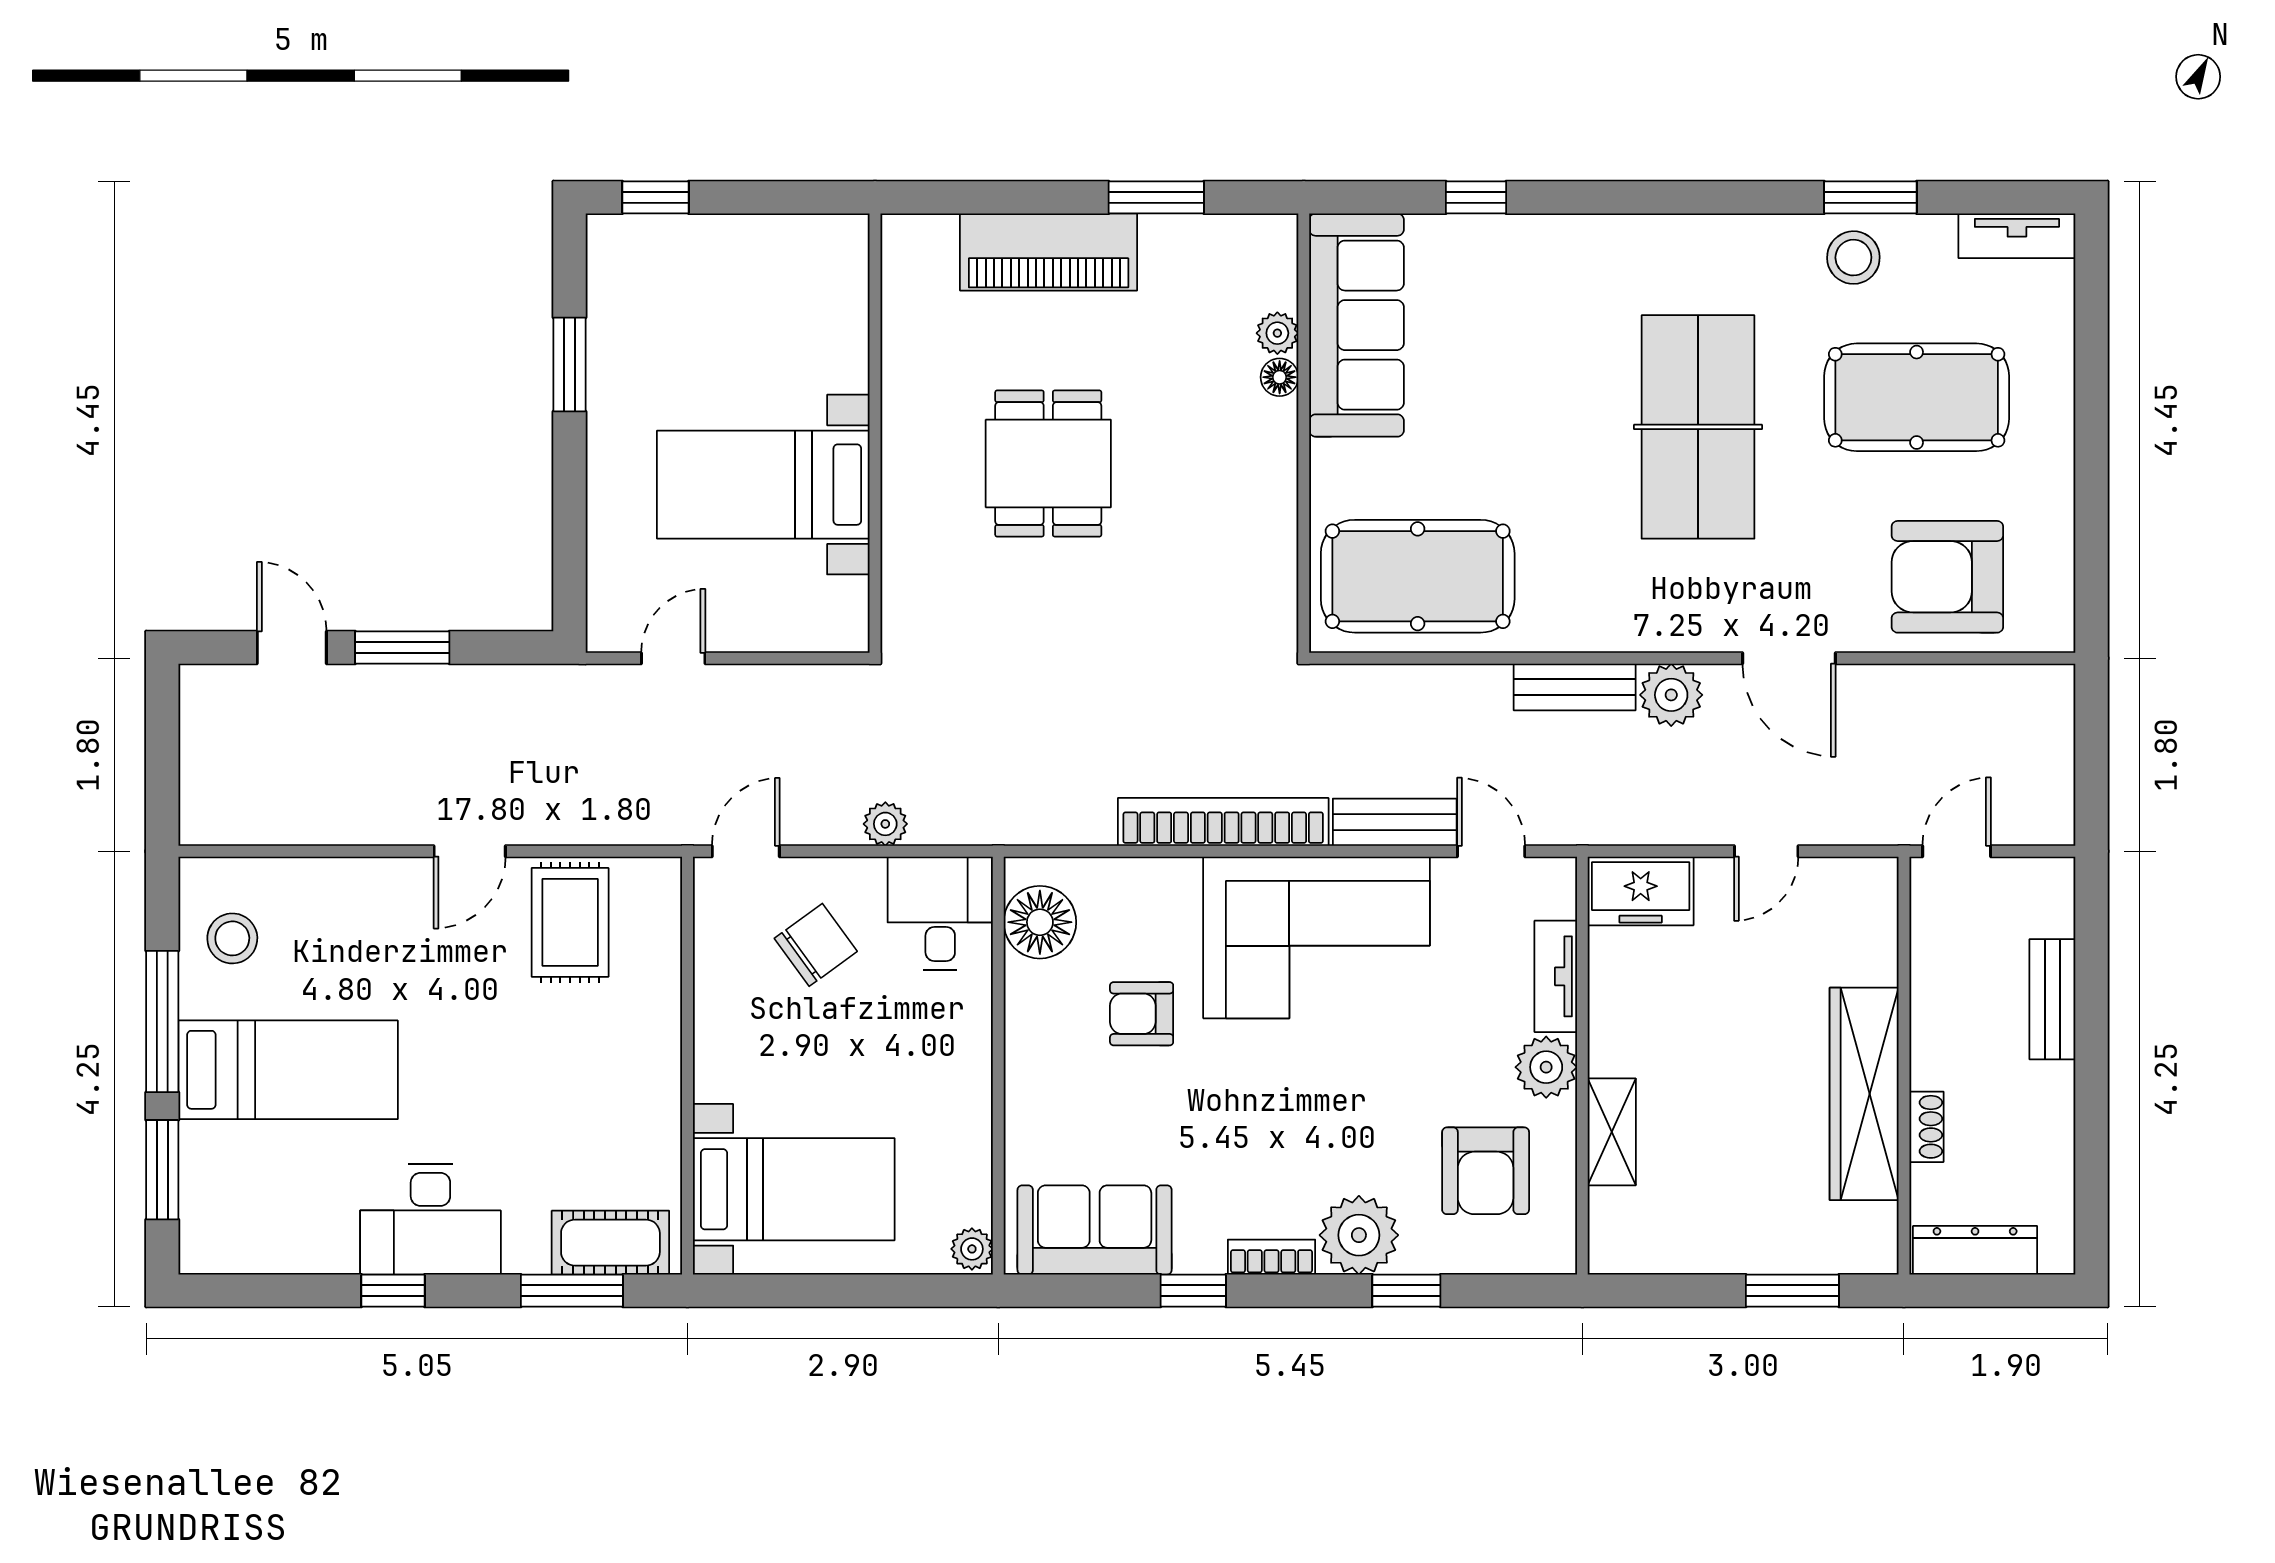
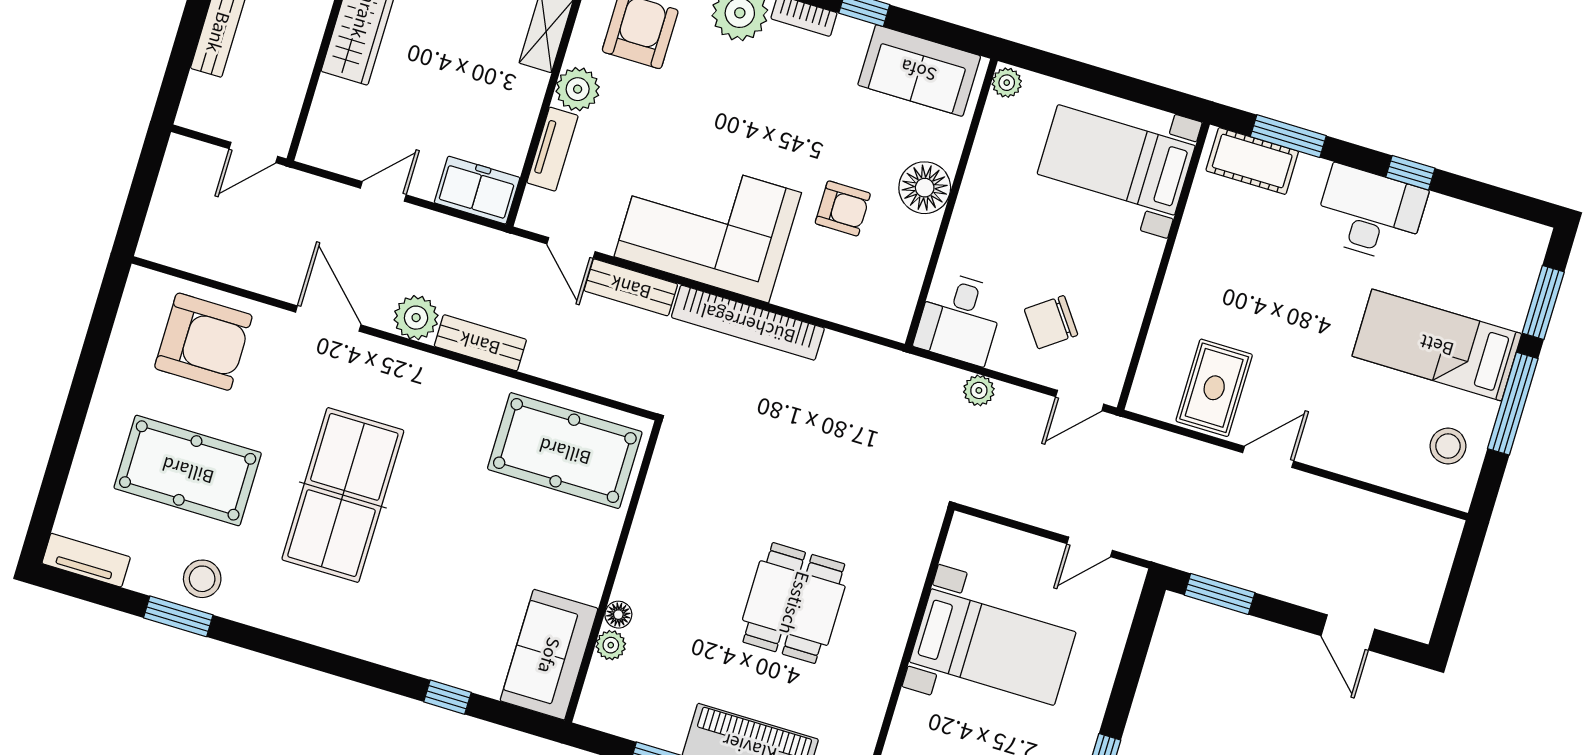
sofa: (1357, 325) -> (549, 655), width x0.73
window: (402, 648) -> (1220, 594), moved
floor lamp: (1040, 922) -> (925, 188), moved

